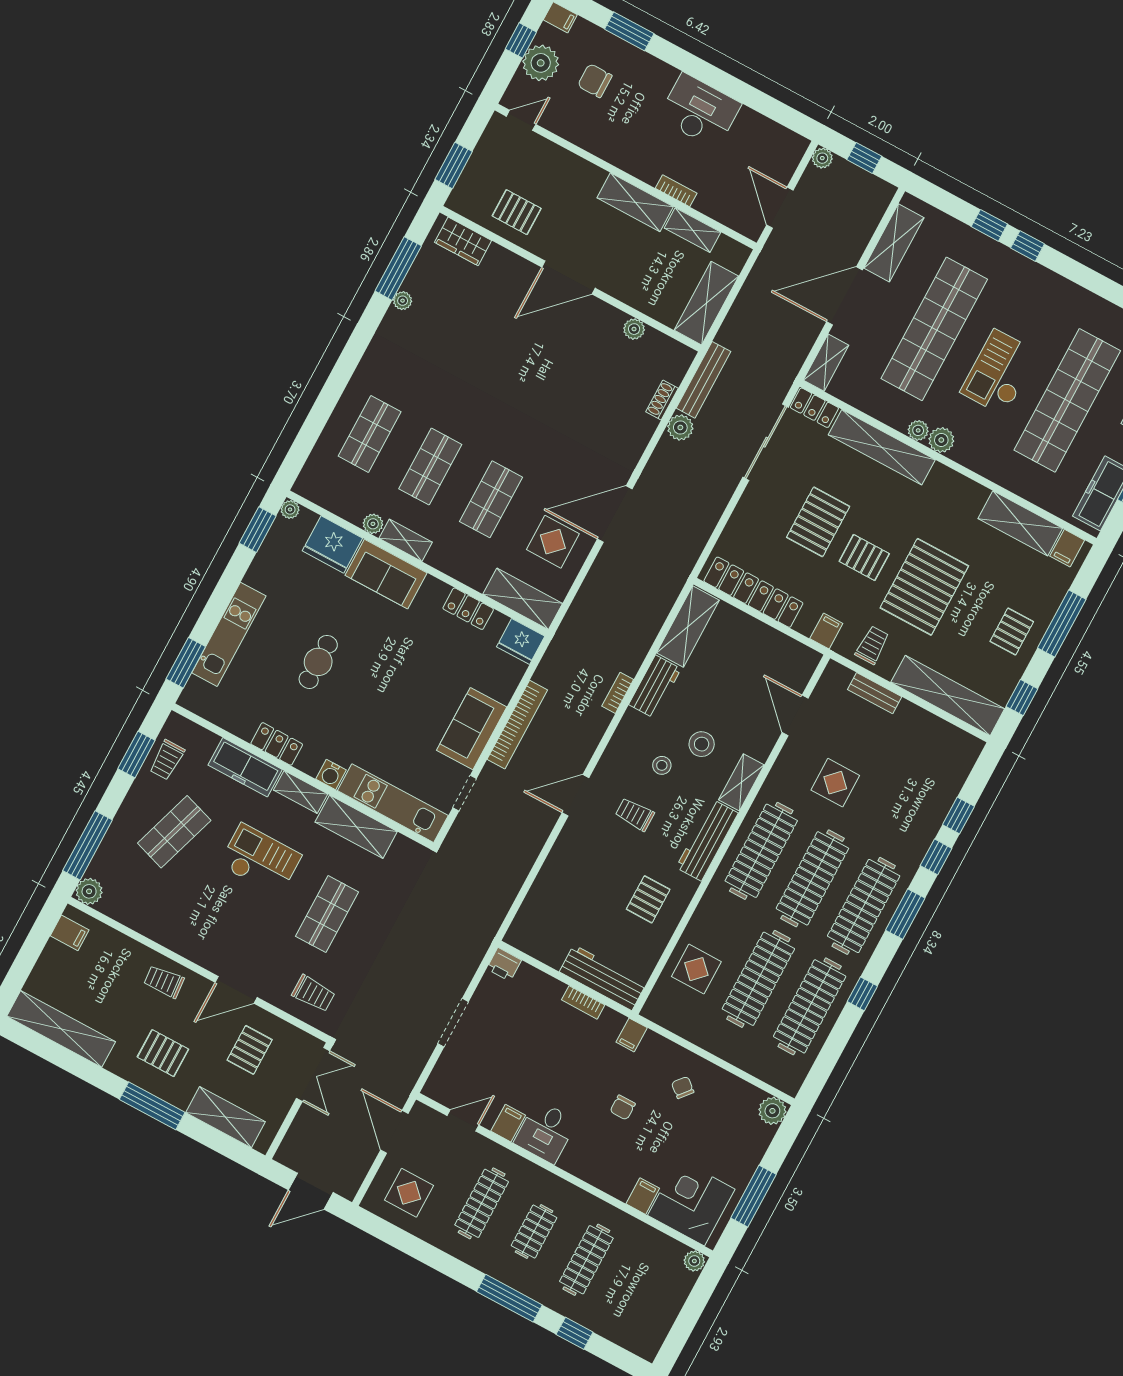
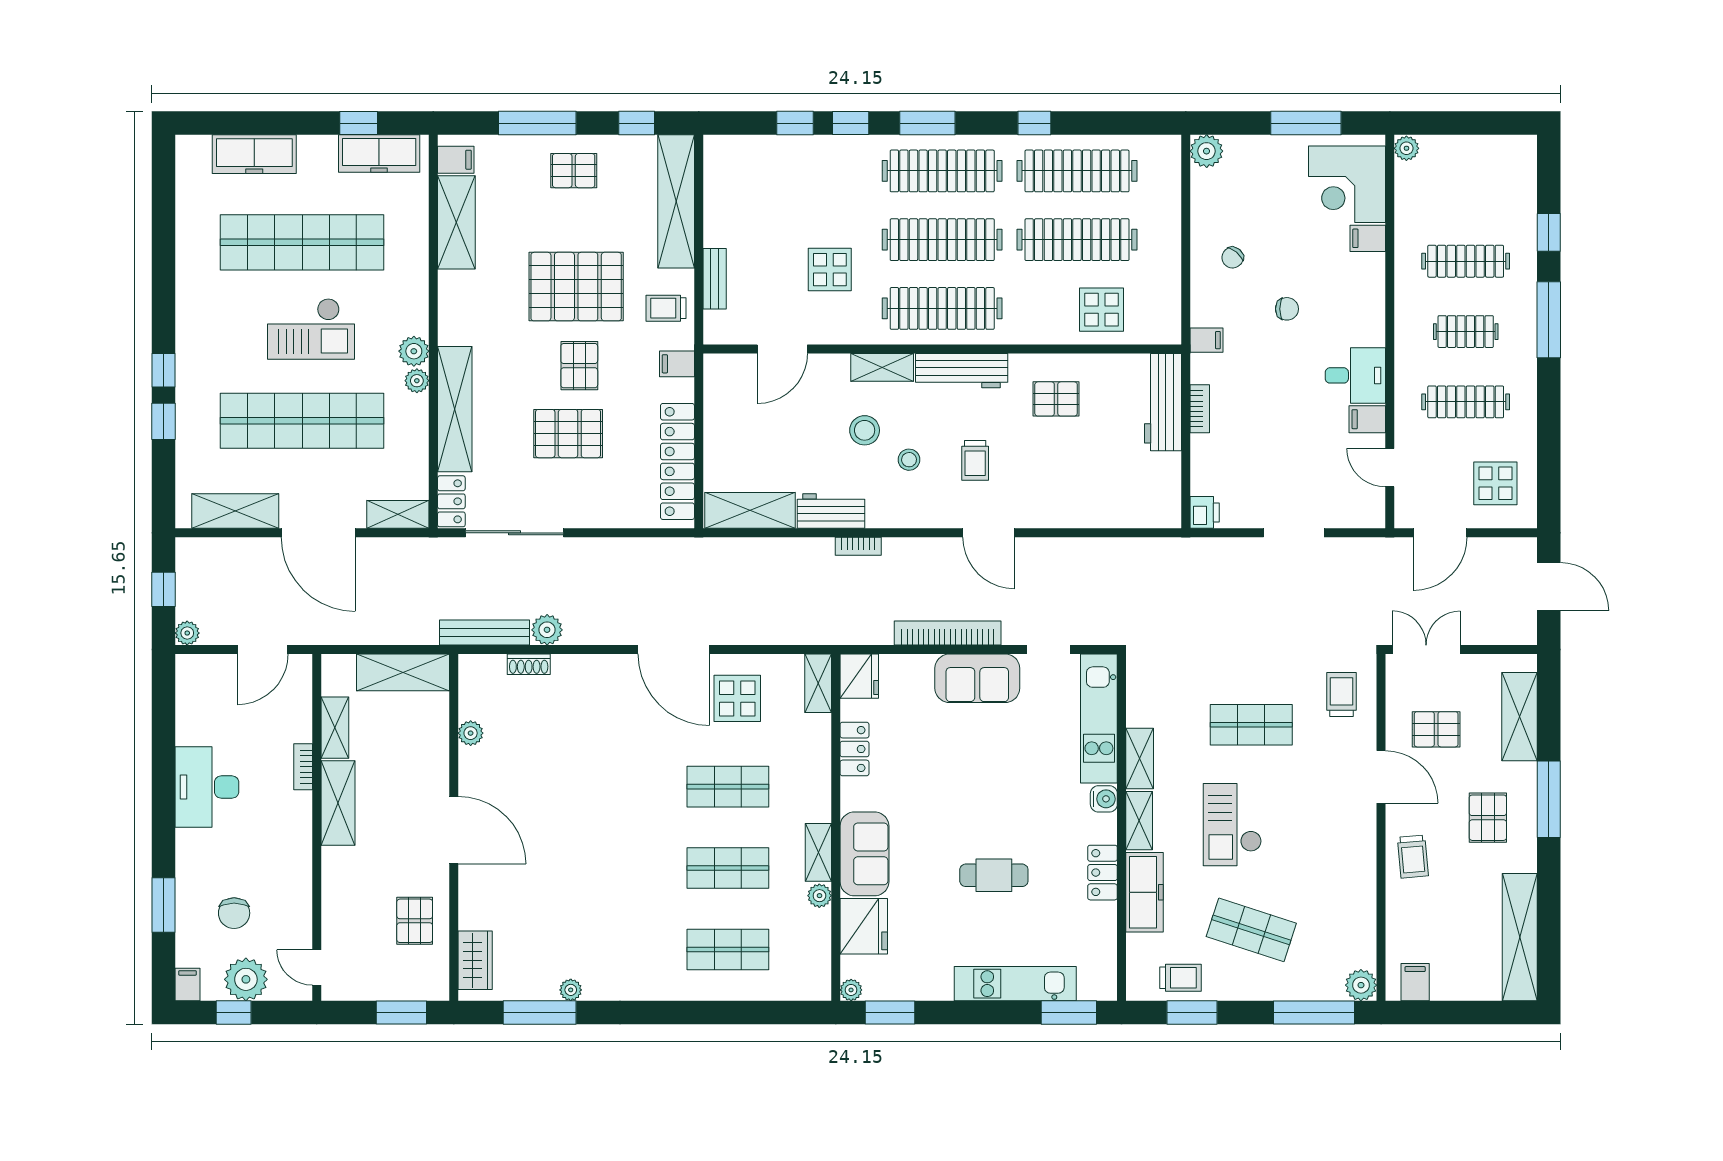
shelving: (523, 599) -> (818, 683), width x0.67, depth x0.75
shelving: (356, 827) -> (1140, 759), width x0.67, depth x0.75

